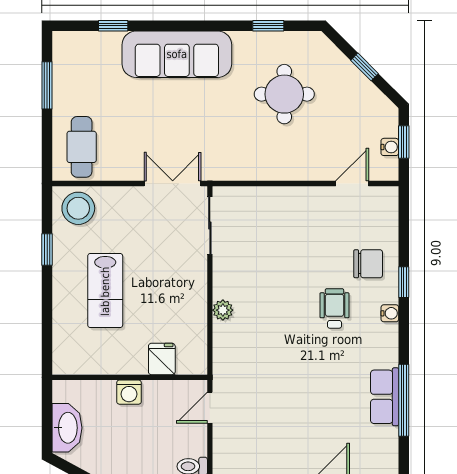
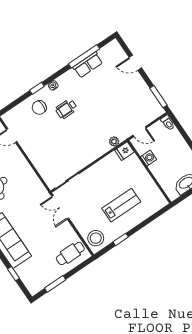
chair: (368, 264) -> (39, 107), turned -90
plant: (223, 310) -> (114, 141), moved
fridge: (162, 359) -> (124, 151), moved
washing machine: (129, 392) -> (149, 158), moved

